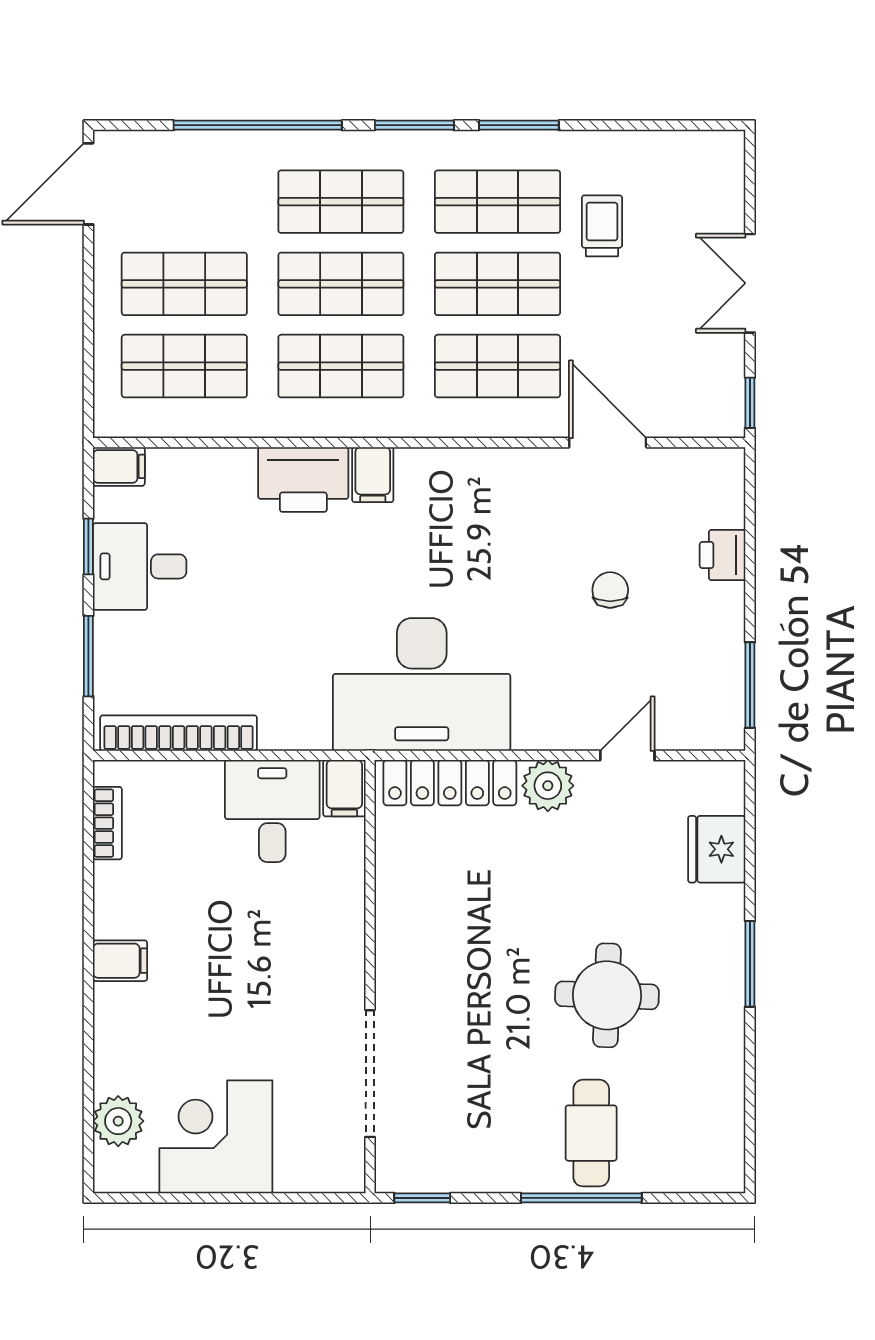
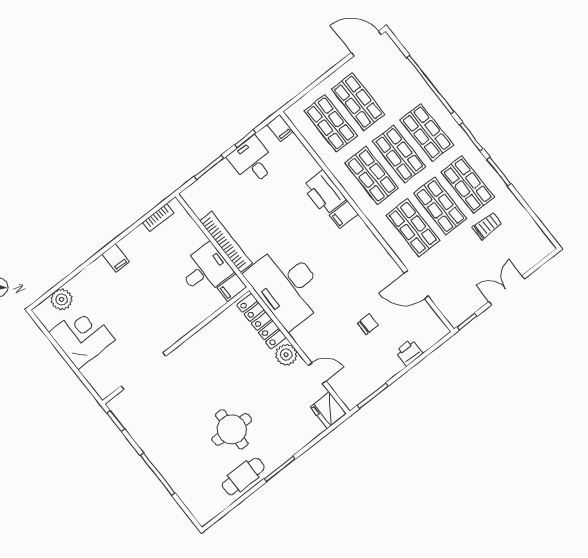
door: (608, 443) -> (416, 285), swing flipped
bookcase: (179, 733) -> (226, 242), moved
fridge: (717, 849) -> (328, 410), moved, turned -90
cafe table: (591, 1133) -> (243, 476), moved

